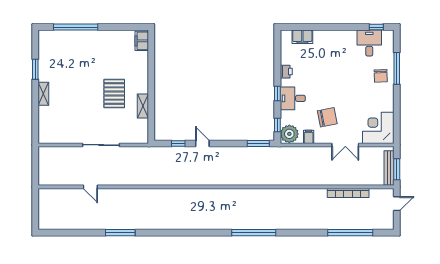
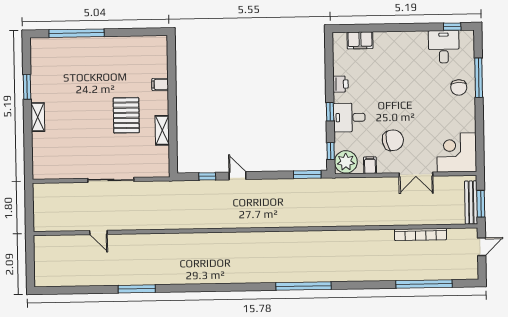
filing cabinet: (142, 41) -> (160, 84), moved, width x0.50

